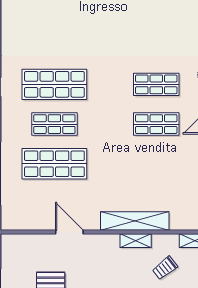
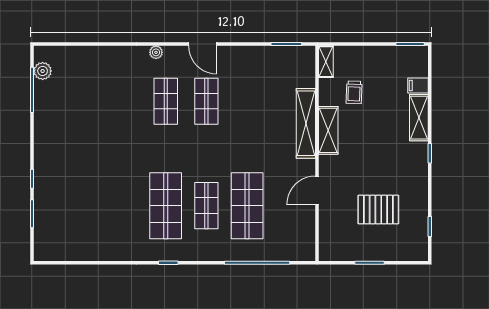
shelving: (136, 241) -> (328, 130), width x1.50, depth x1.33
trolley: (165, 268) -> (354, 92), turned 40

